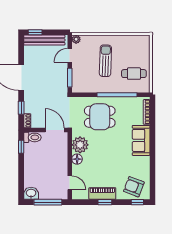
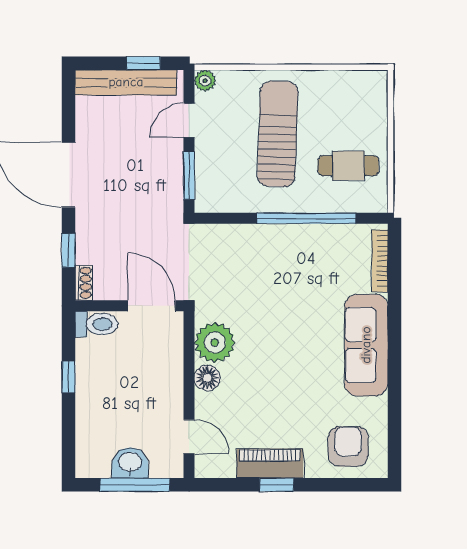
window: (35, 32) -> (144, 63), moved
sun lounger: (105, 61) -> (278, 134), width x1.36, depth x1.34
dining table: (100, 117) -> (264, 273), removed
sofa: (141, 140) -> (366, 345), width x1.36
window: (21, 147) -> (68, 377), moved
armchair: (134, 187) -> (348, 447), turned 69
washbasin: (31, 193) -> (130, 463), moved
window: (137, 202) -> (357, 485), removed

